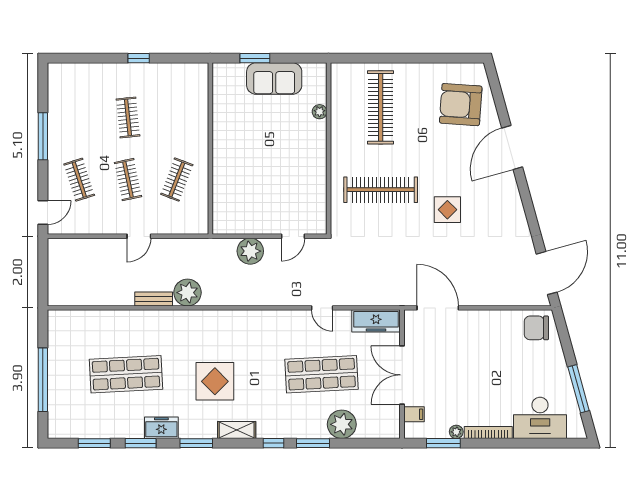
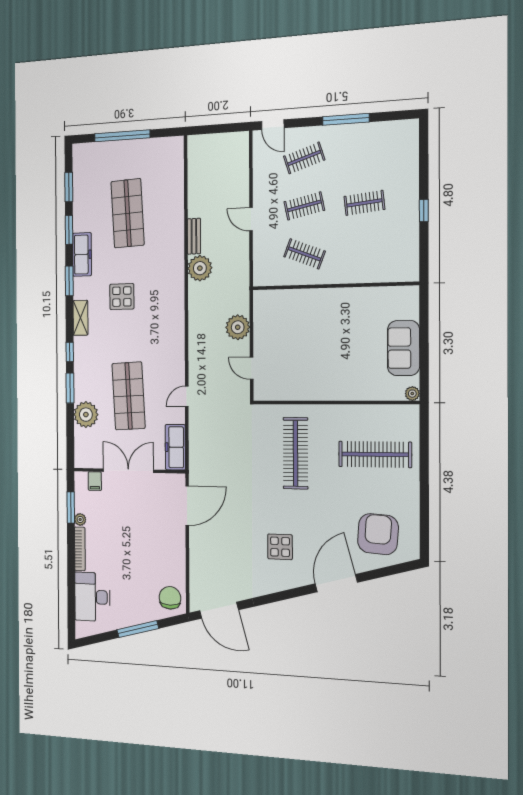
window: (255, 58) -> (424, 328), removed
plant: (320, 112) -> (412, 394), moved
door: (512, 148) -> (336, 583), hinge flipped
display table: (447, 210) -> (280, 547), moved
display table: (215, 381) -> (122, 297), width x0.73, depth x0.73
window: (579, 389) -> (138, 629), moved
freezer: (161, 428) -> (82, 254), width x1.40

